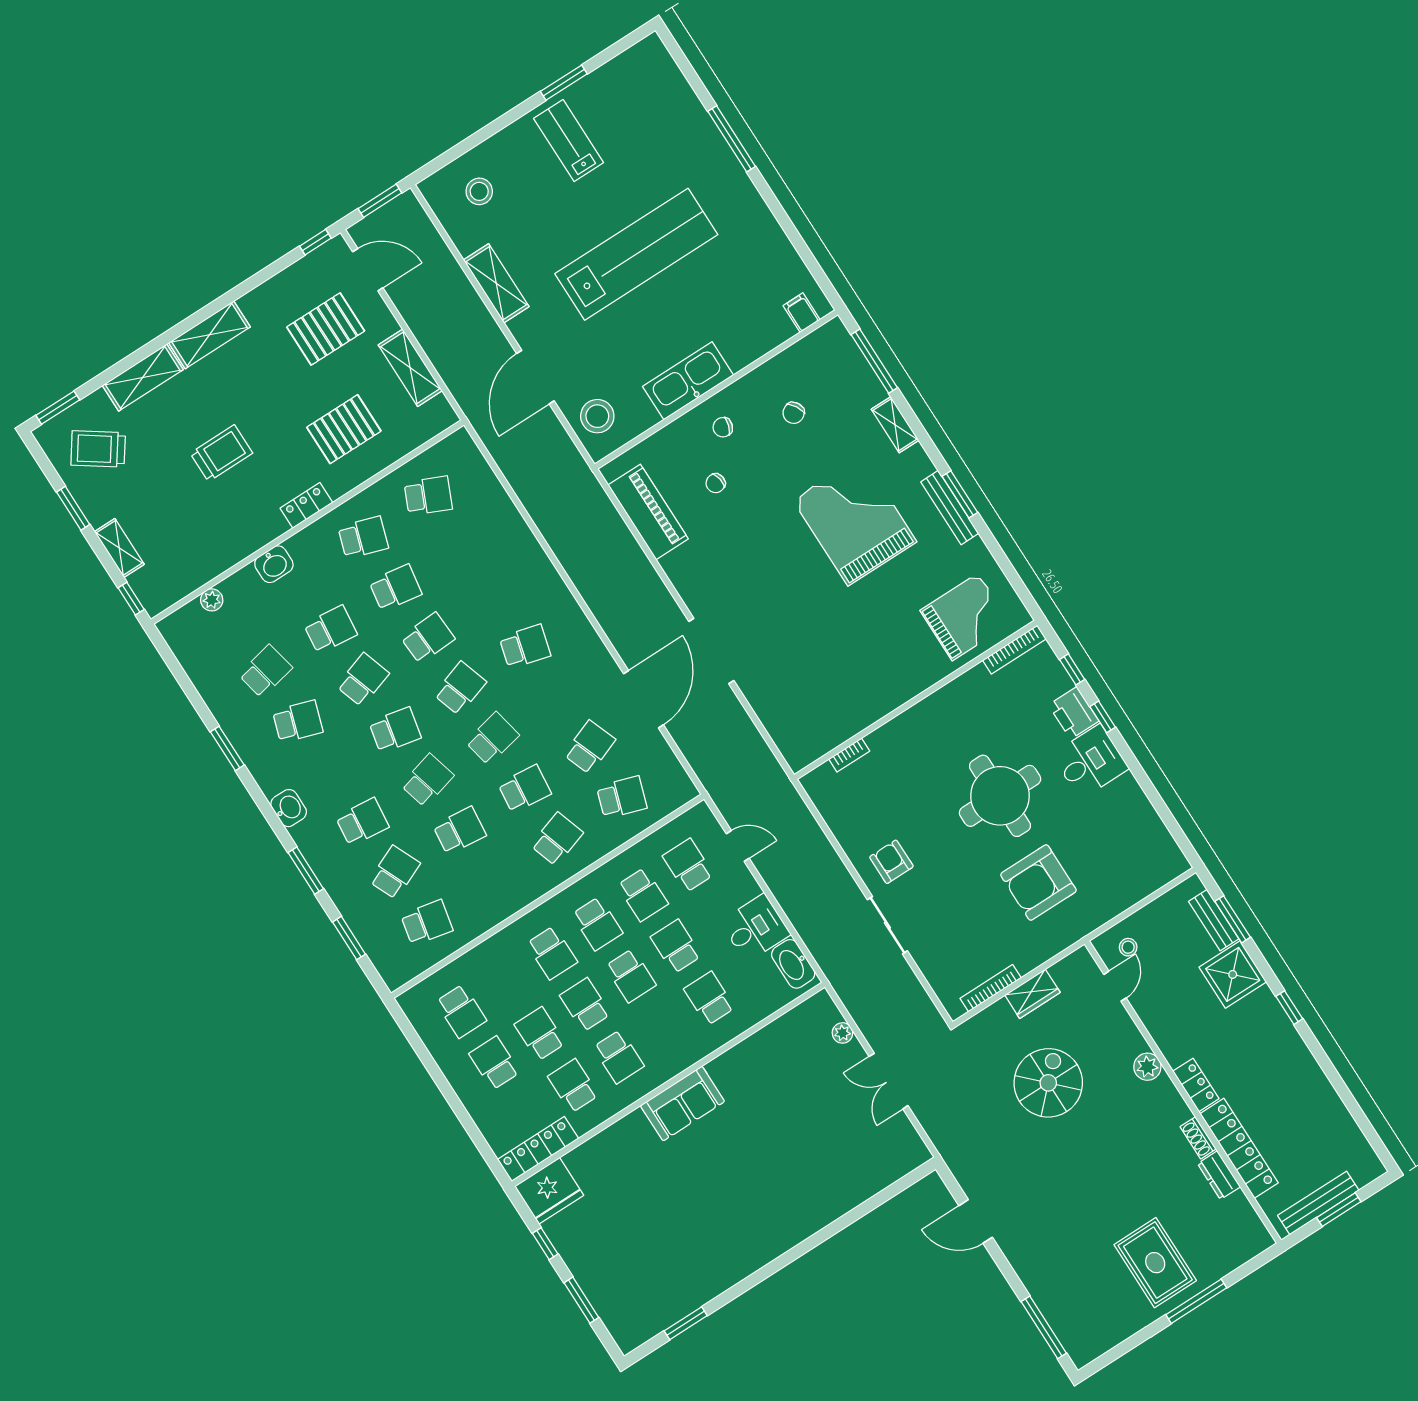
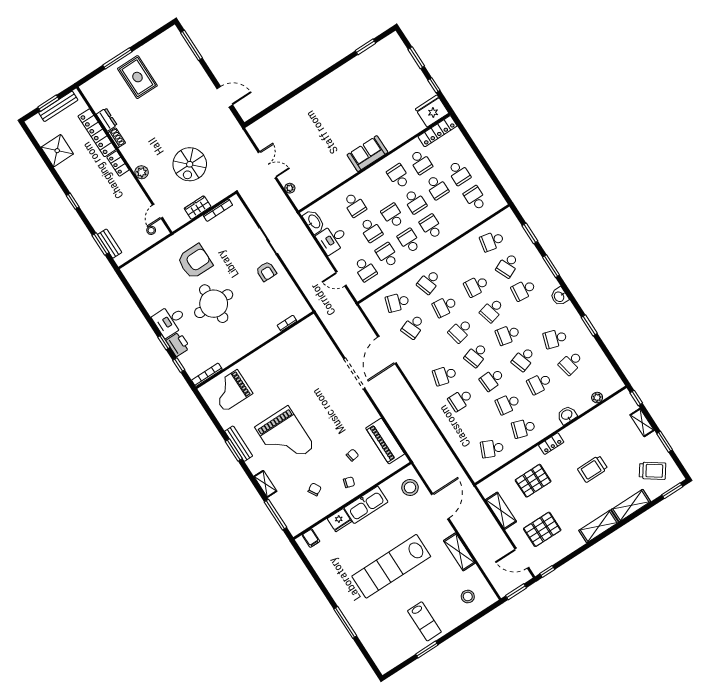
fridge: (743, 349) -> (339, 520), added
school desk: (493, 596) -> (461, 400), added
shower: (1233, 974) -> (57, 151), moved

